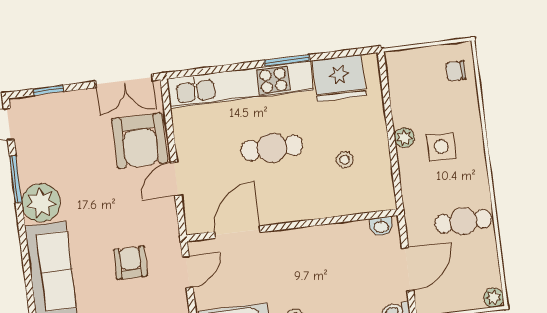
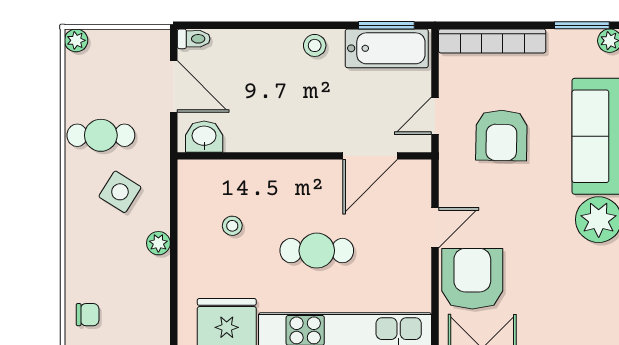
side table: (441, 147) -> (120, 192), moved, turned 32
washbasin: (381, 226) -> (204, 137), width x1.38, depth x1.45
armchair: (130, 263) -> (501, 135), width x1.38, depth x1.38
door: (408, 269) -> (174, 87), swing flipped

